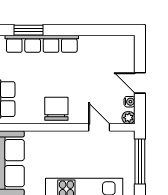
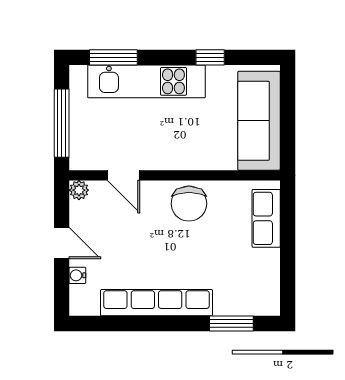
row of seats: (42, 44) -> (157, 303), moved
water cooler: (130, 102) -> (77, 275), moved

